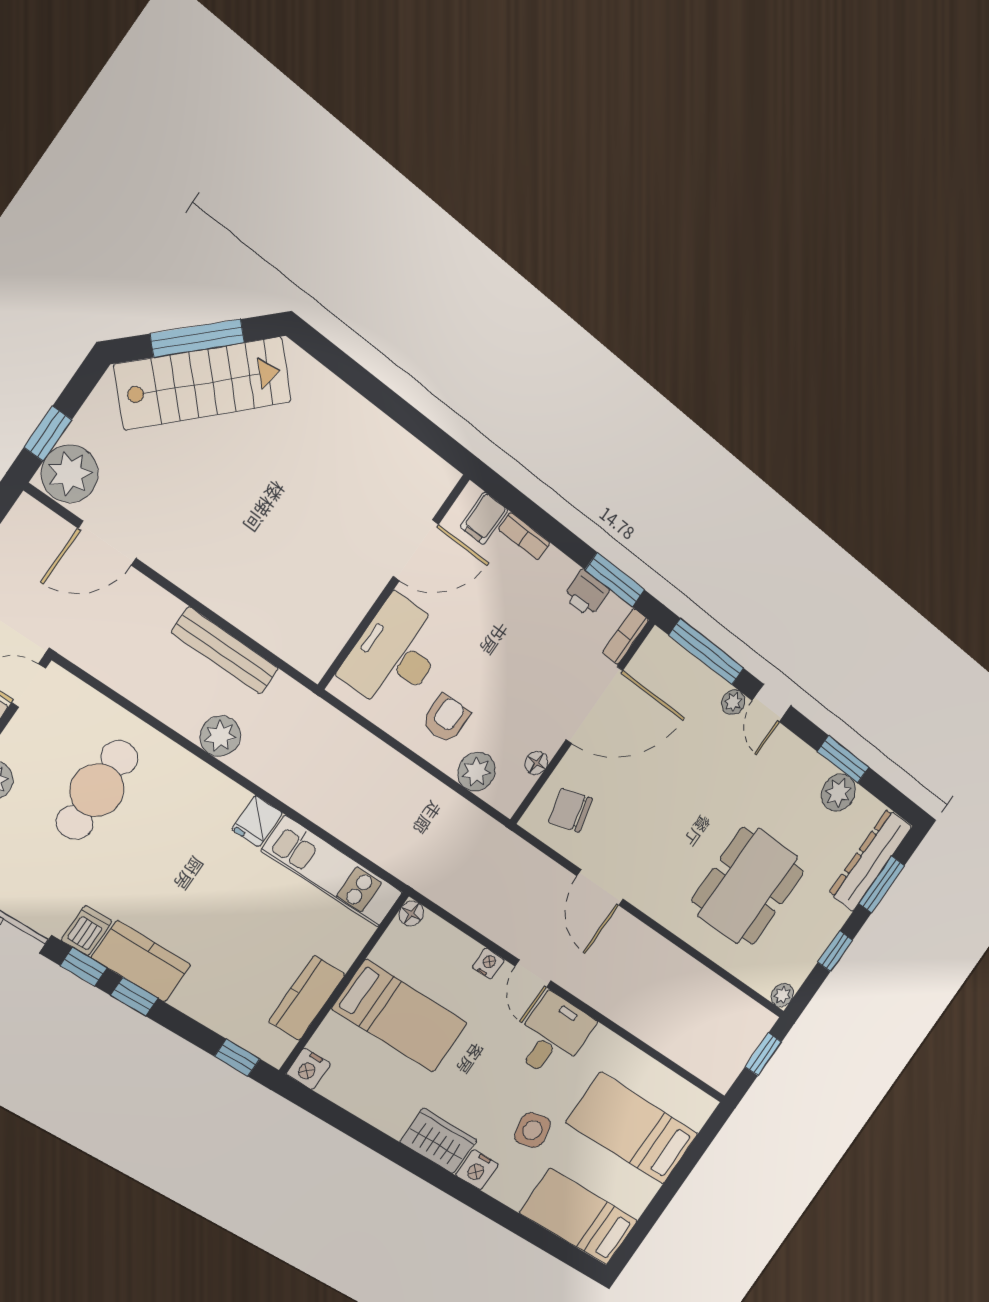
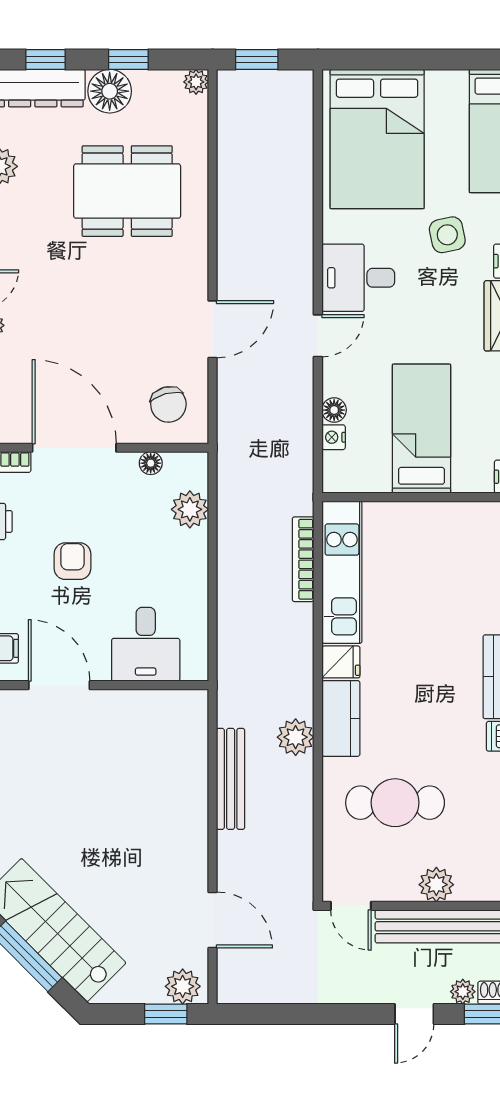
plant: (70, 474) -> (183, 986), width x0.73, depth x0.73
desk: (395, 654) -> (146, 644), width x0.73
armchair: (446, 719) -> (72, 561), moved, turned 90
bookcase: (367, 844) -> (303, 559), added
window: (882, 884) -> (46, 60), width x0.67
floor lamp: (411, 913) -> (334, 410), moved
floor lamp: (825, 921) -> (110, 91), added
nightstand: (488, 963) -> (334, 437), moved
kitchen counter: (307, 998) -> (341, 718), moved, turned -90
bed: (632, 1128) -> (377, 139), width x1.50

